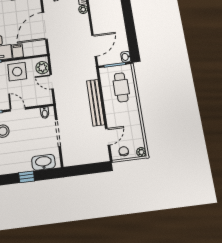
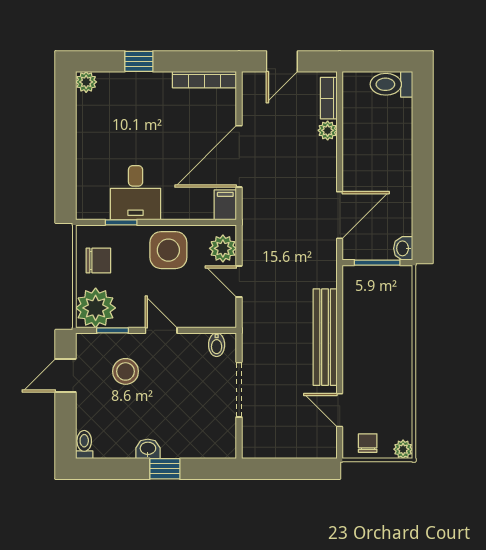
filing cabinet: (18, 51) -> (225, 205), moved
cafe table: (121, 87) -> (383, 312), removed
door: (108, 137) -> (340, 410), swing flipped
washbasin: (43, 162) -> (148, 449), moved, width x0.52, depth x0.69

